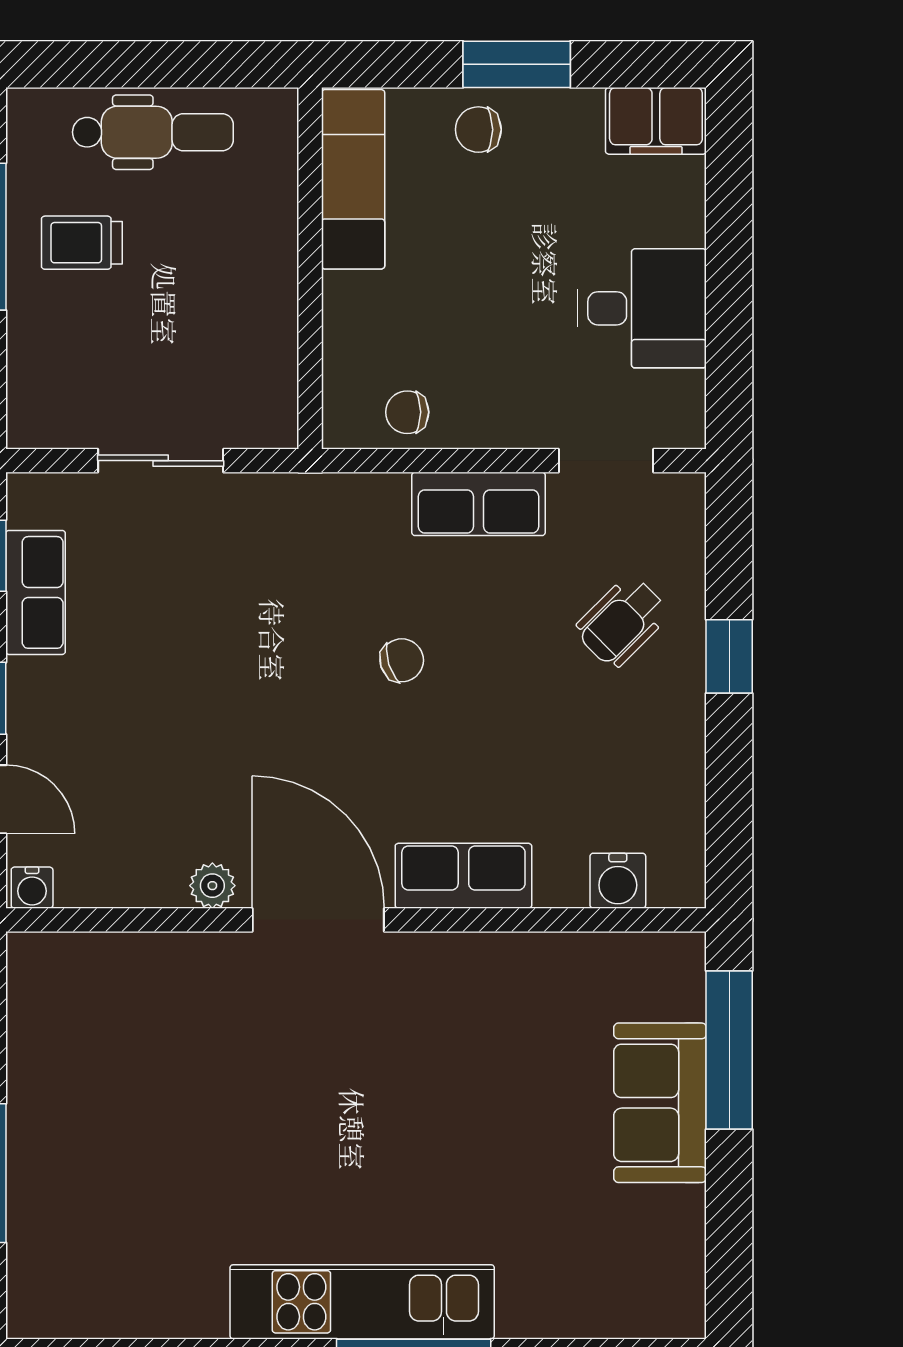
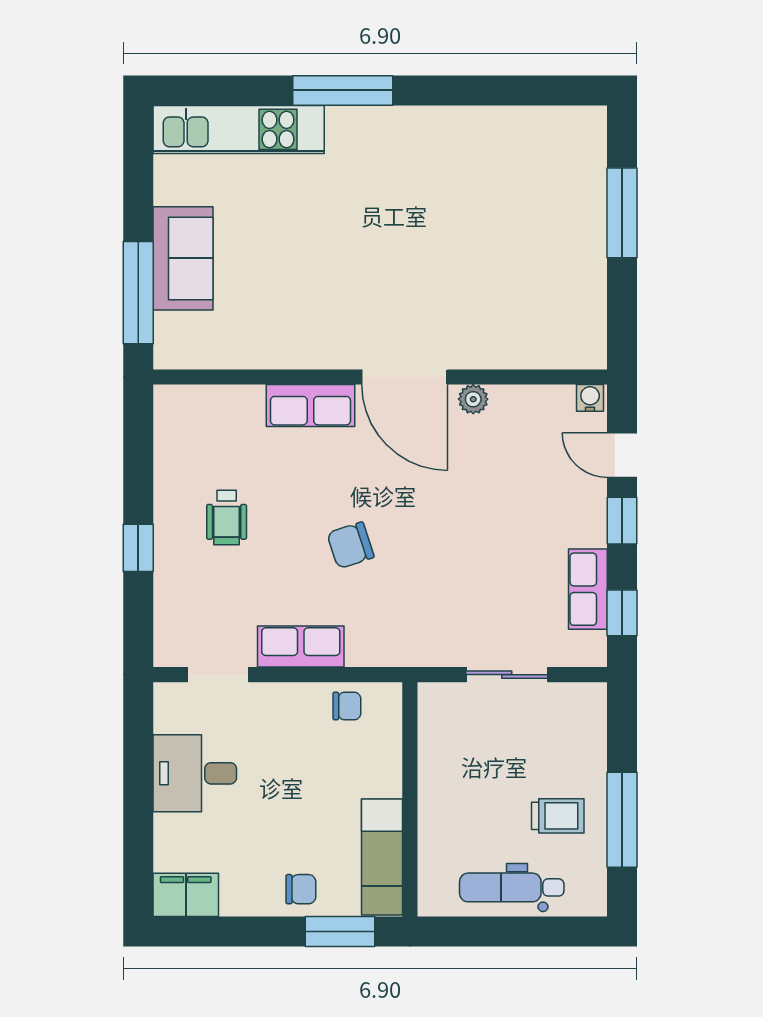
window: (517, 64) -> (340, 931), moved
wheelchair: (622, 622) -> (227, 517), moved, turned 135
chair: (402, 660) -> (350, 545), width x1.37, depth x1.37
water cooler: (618, 881) -> (210, 402), removed
kitchen unit: (362, 1302) -> (239, 129), moved

